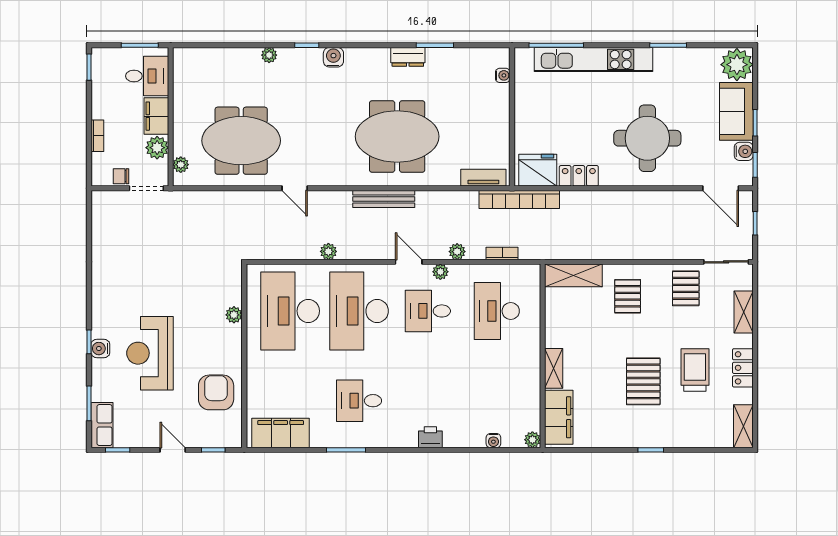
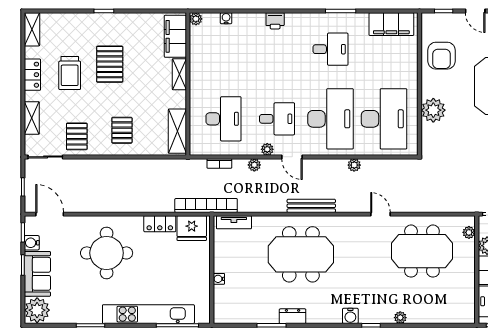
water cooler: (503, 75) -> (219, 279), moved
shelving: (573, 275) -> (177, 131), moved, turned 90
plant: (234, 315) -> (433, 110), width x1.87, depth x1.87

